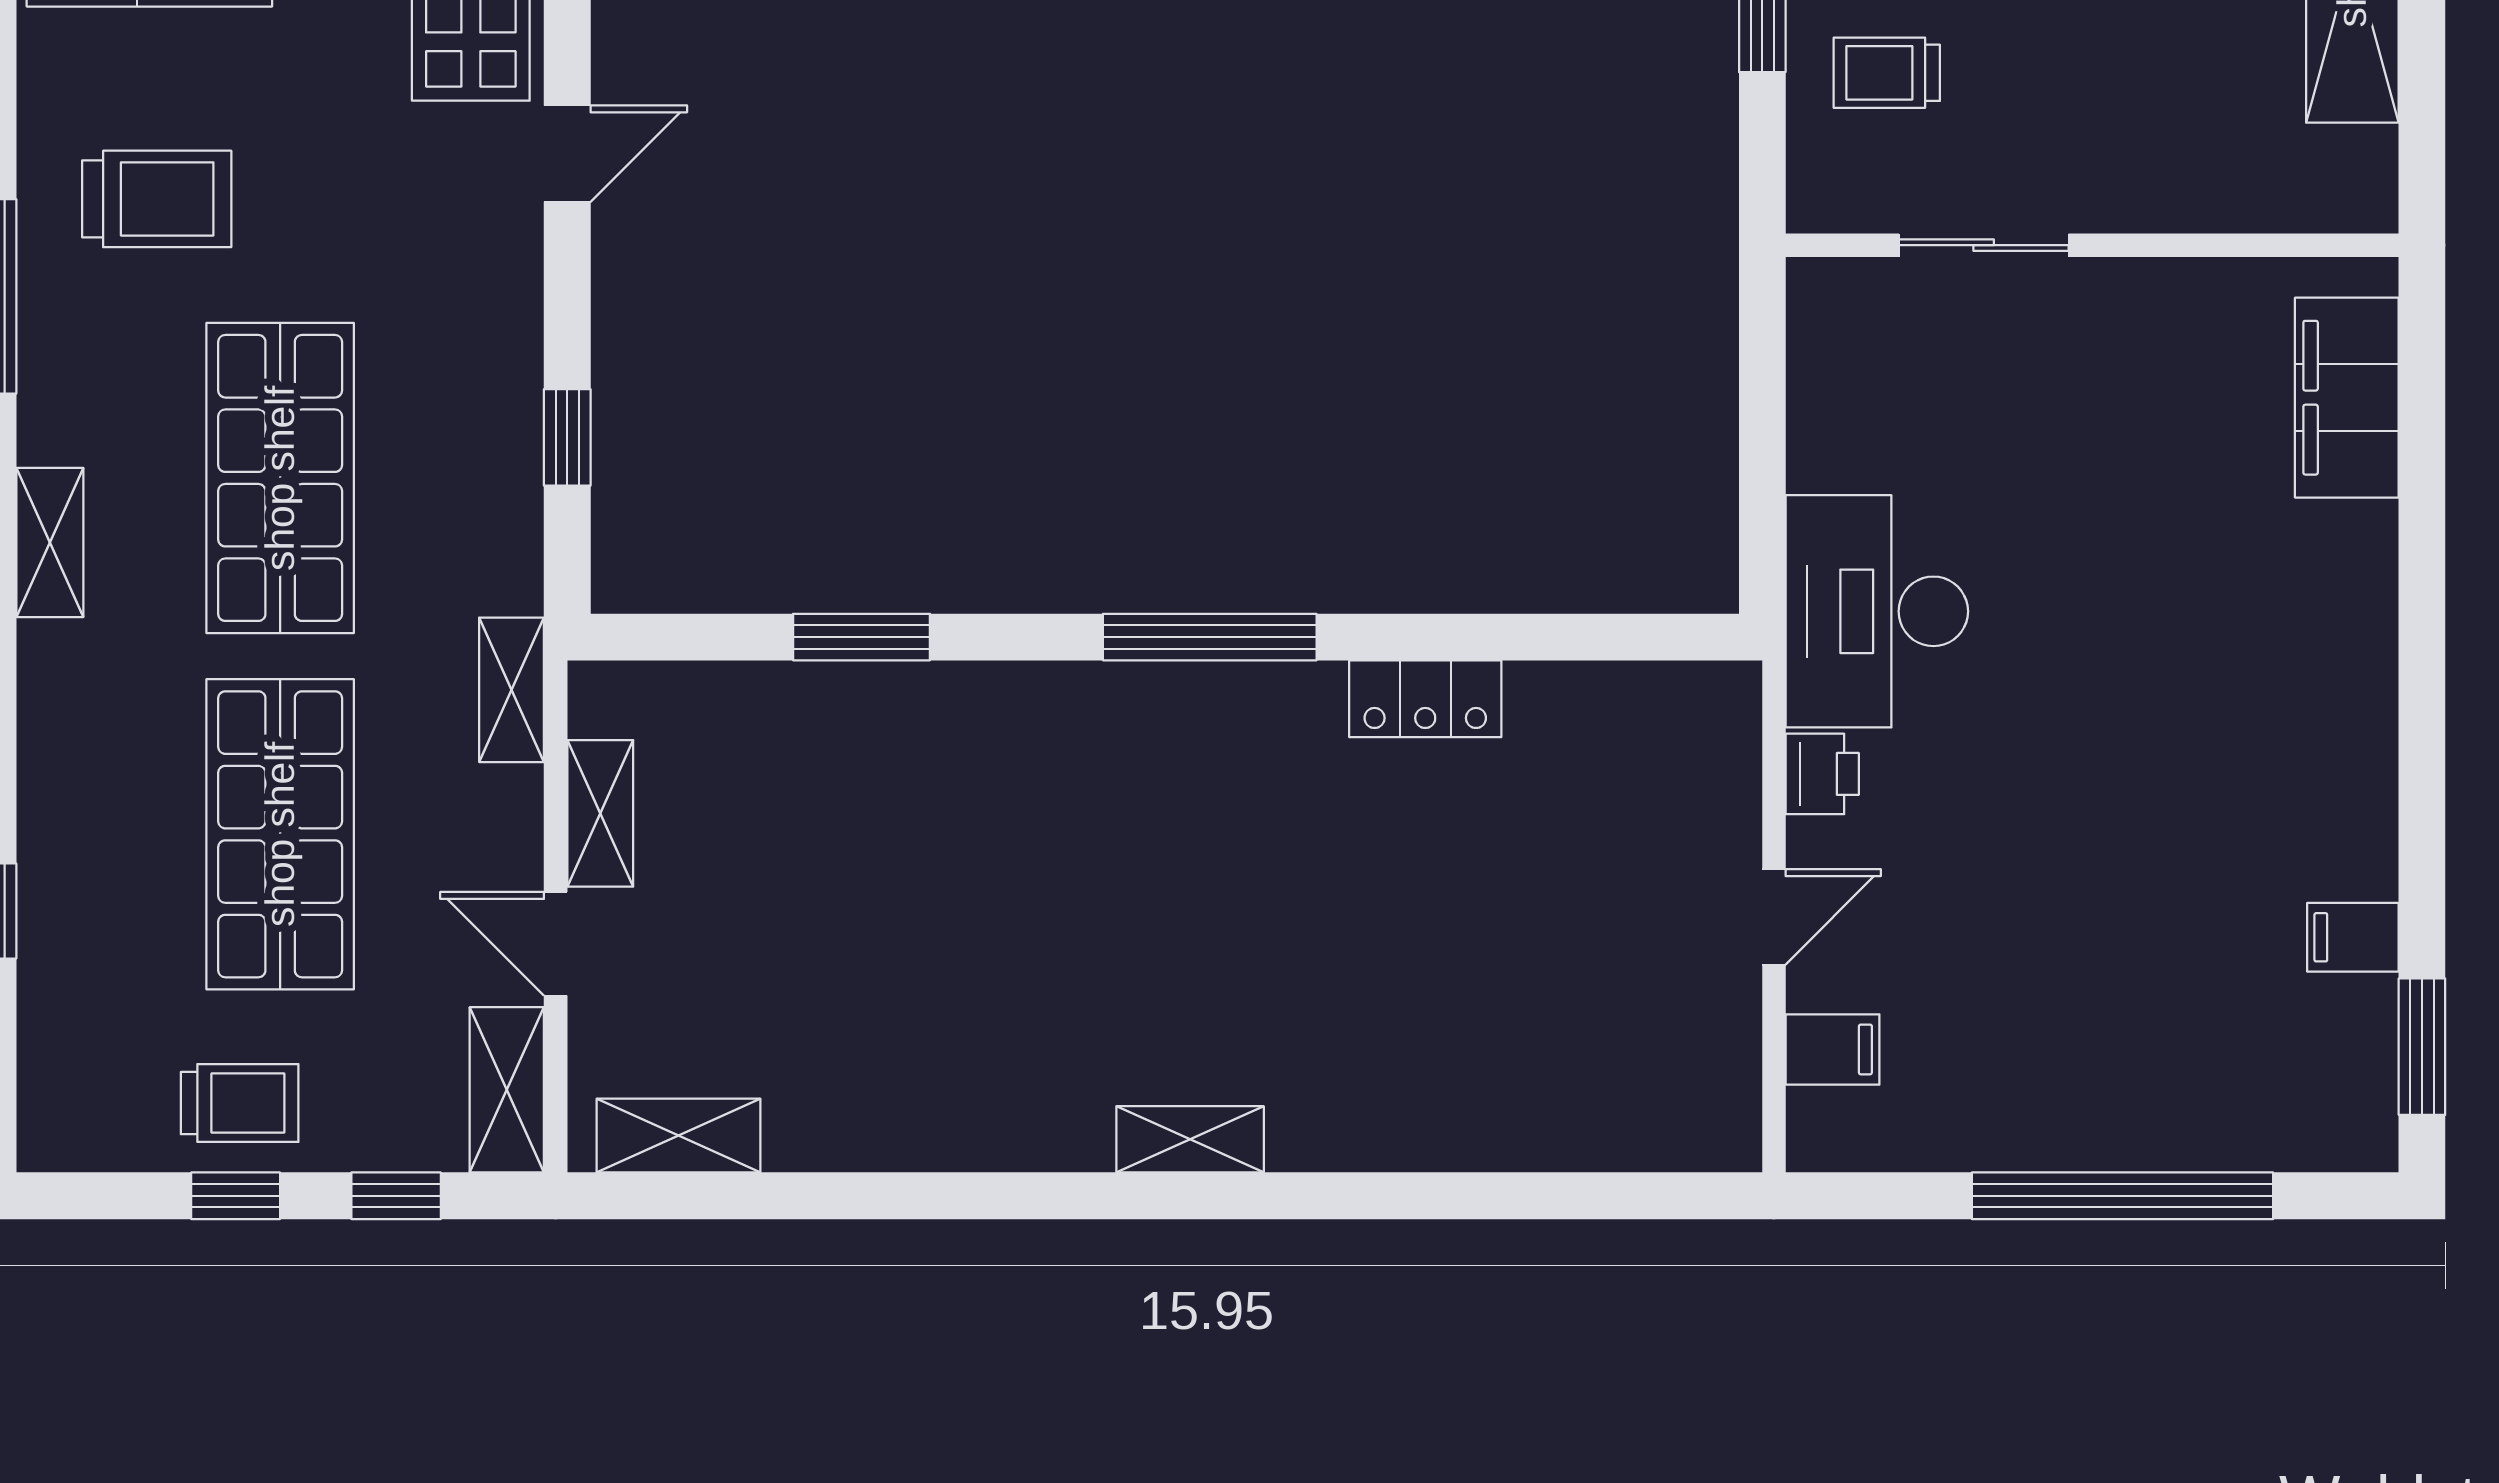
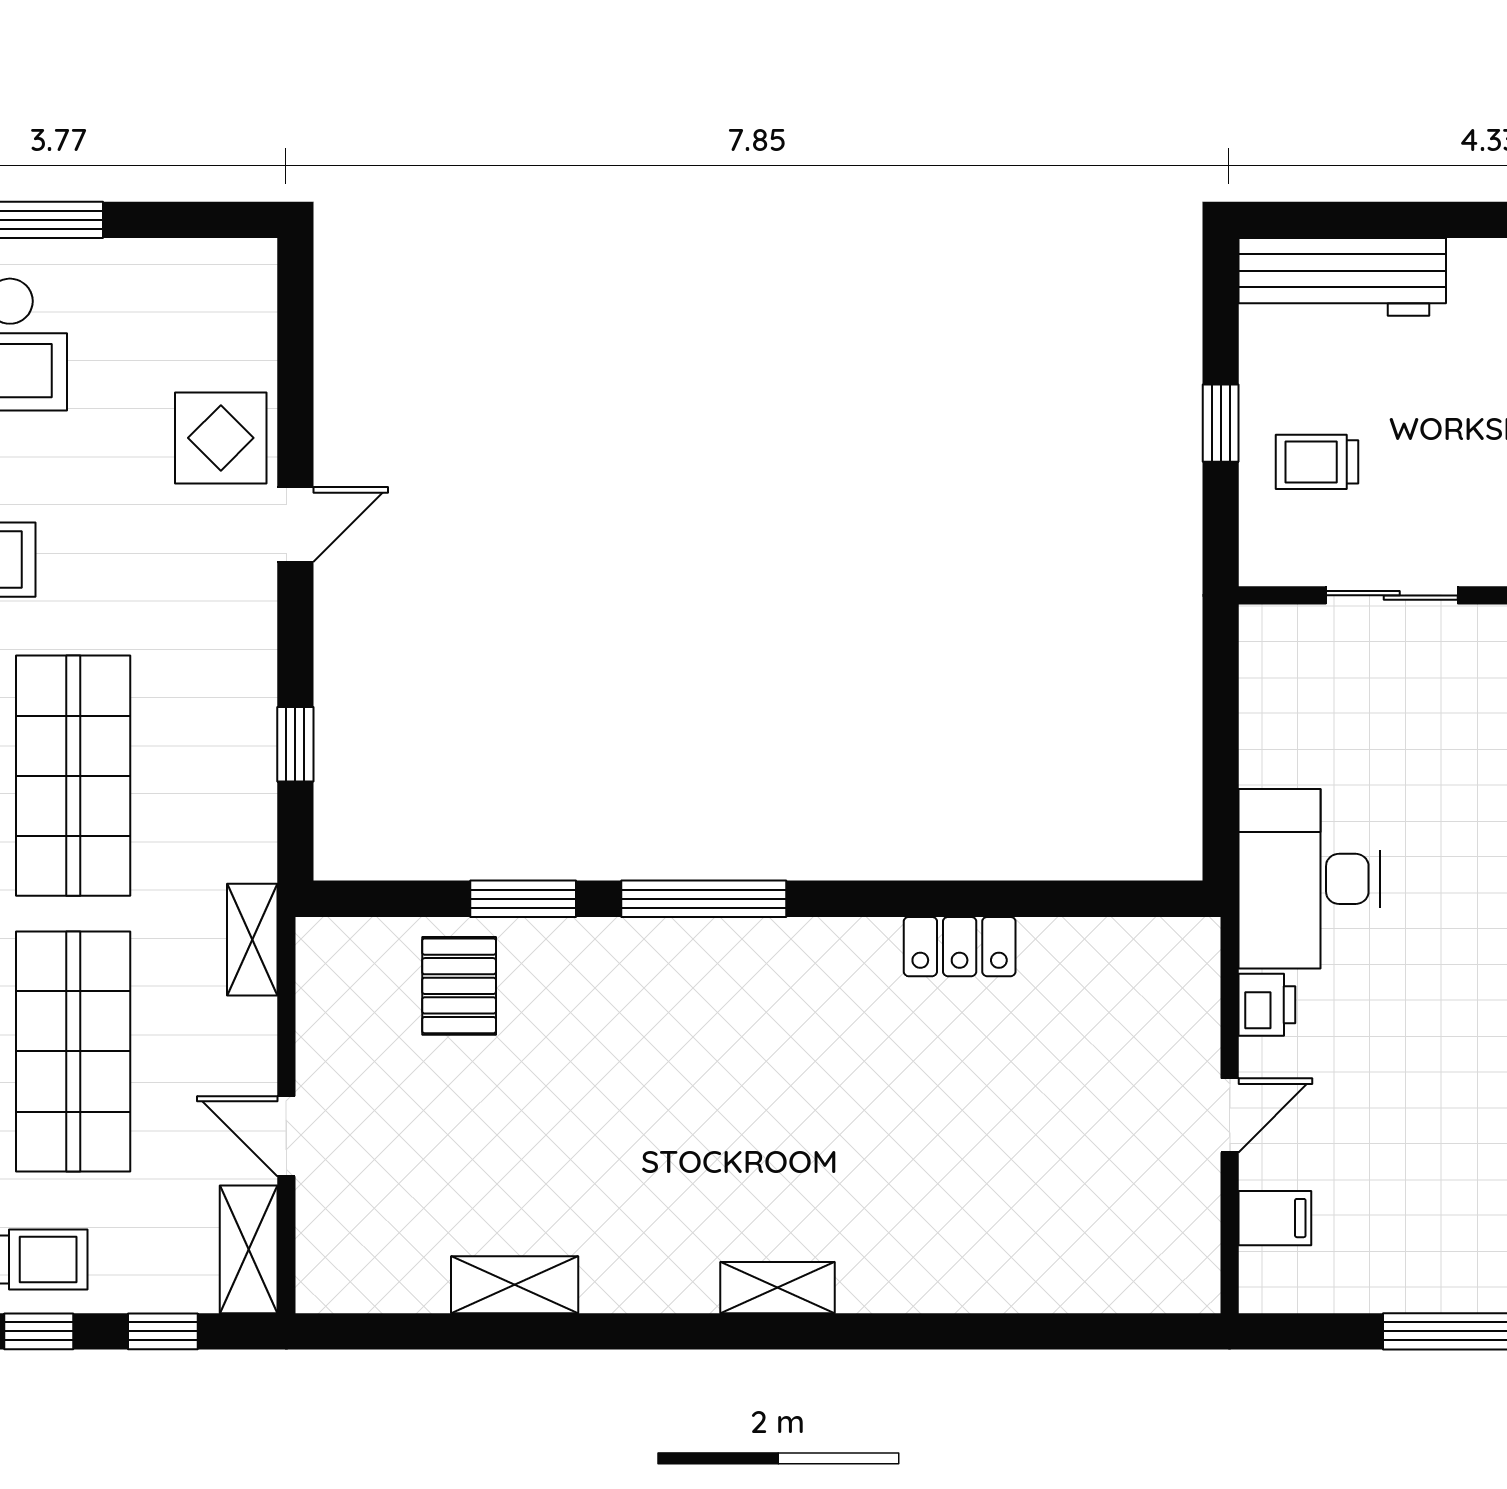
window: (1210, 637) -> (704, 899), moved
pallet: (779, 750) -> (459, 986), added
shelving: (600, 813) -> (321, 1035), removed
shelving: (679, 1136) -> (515, 1285), moved

